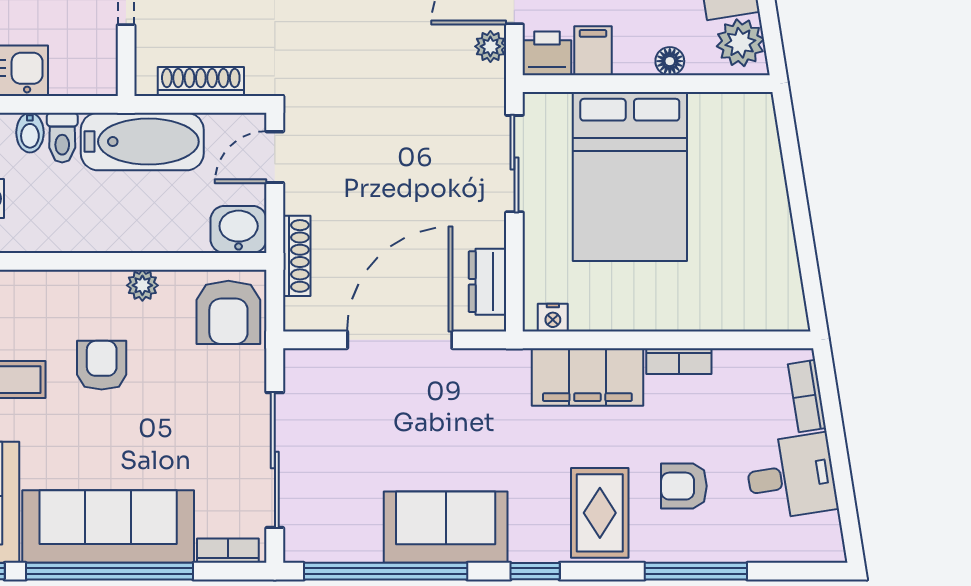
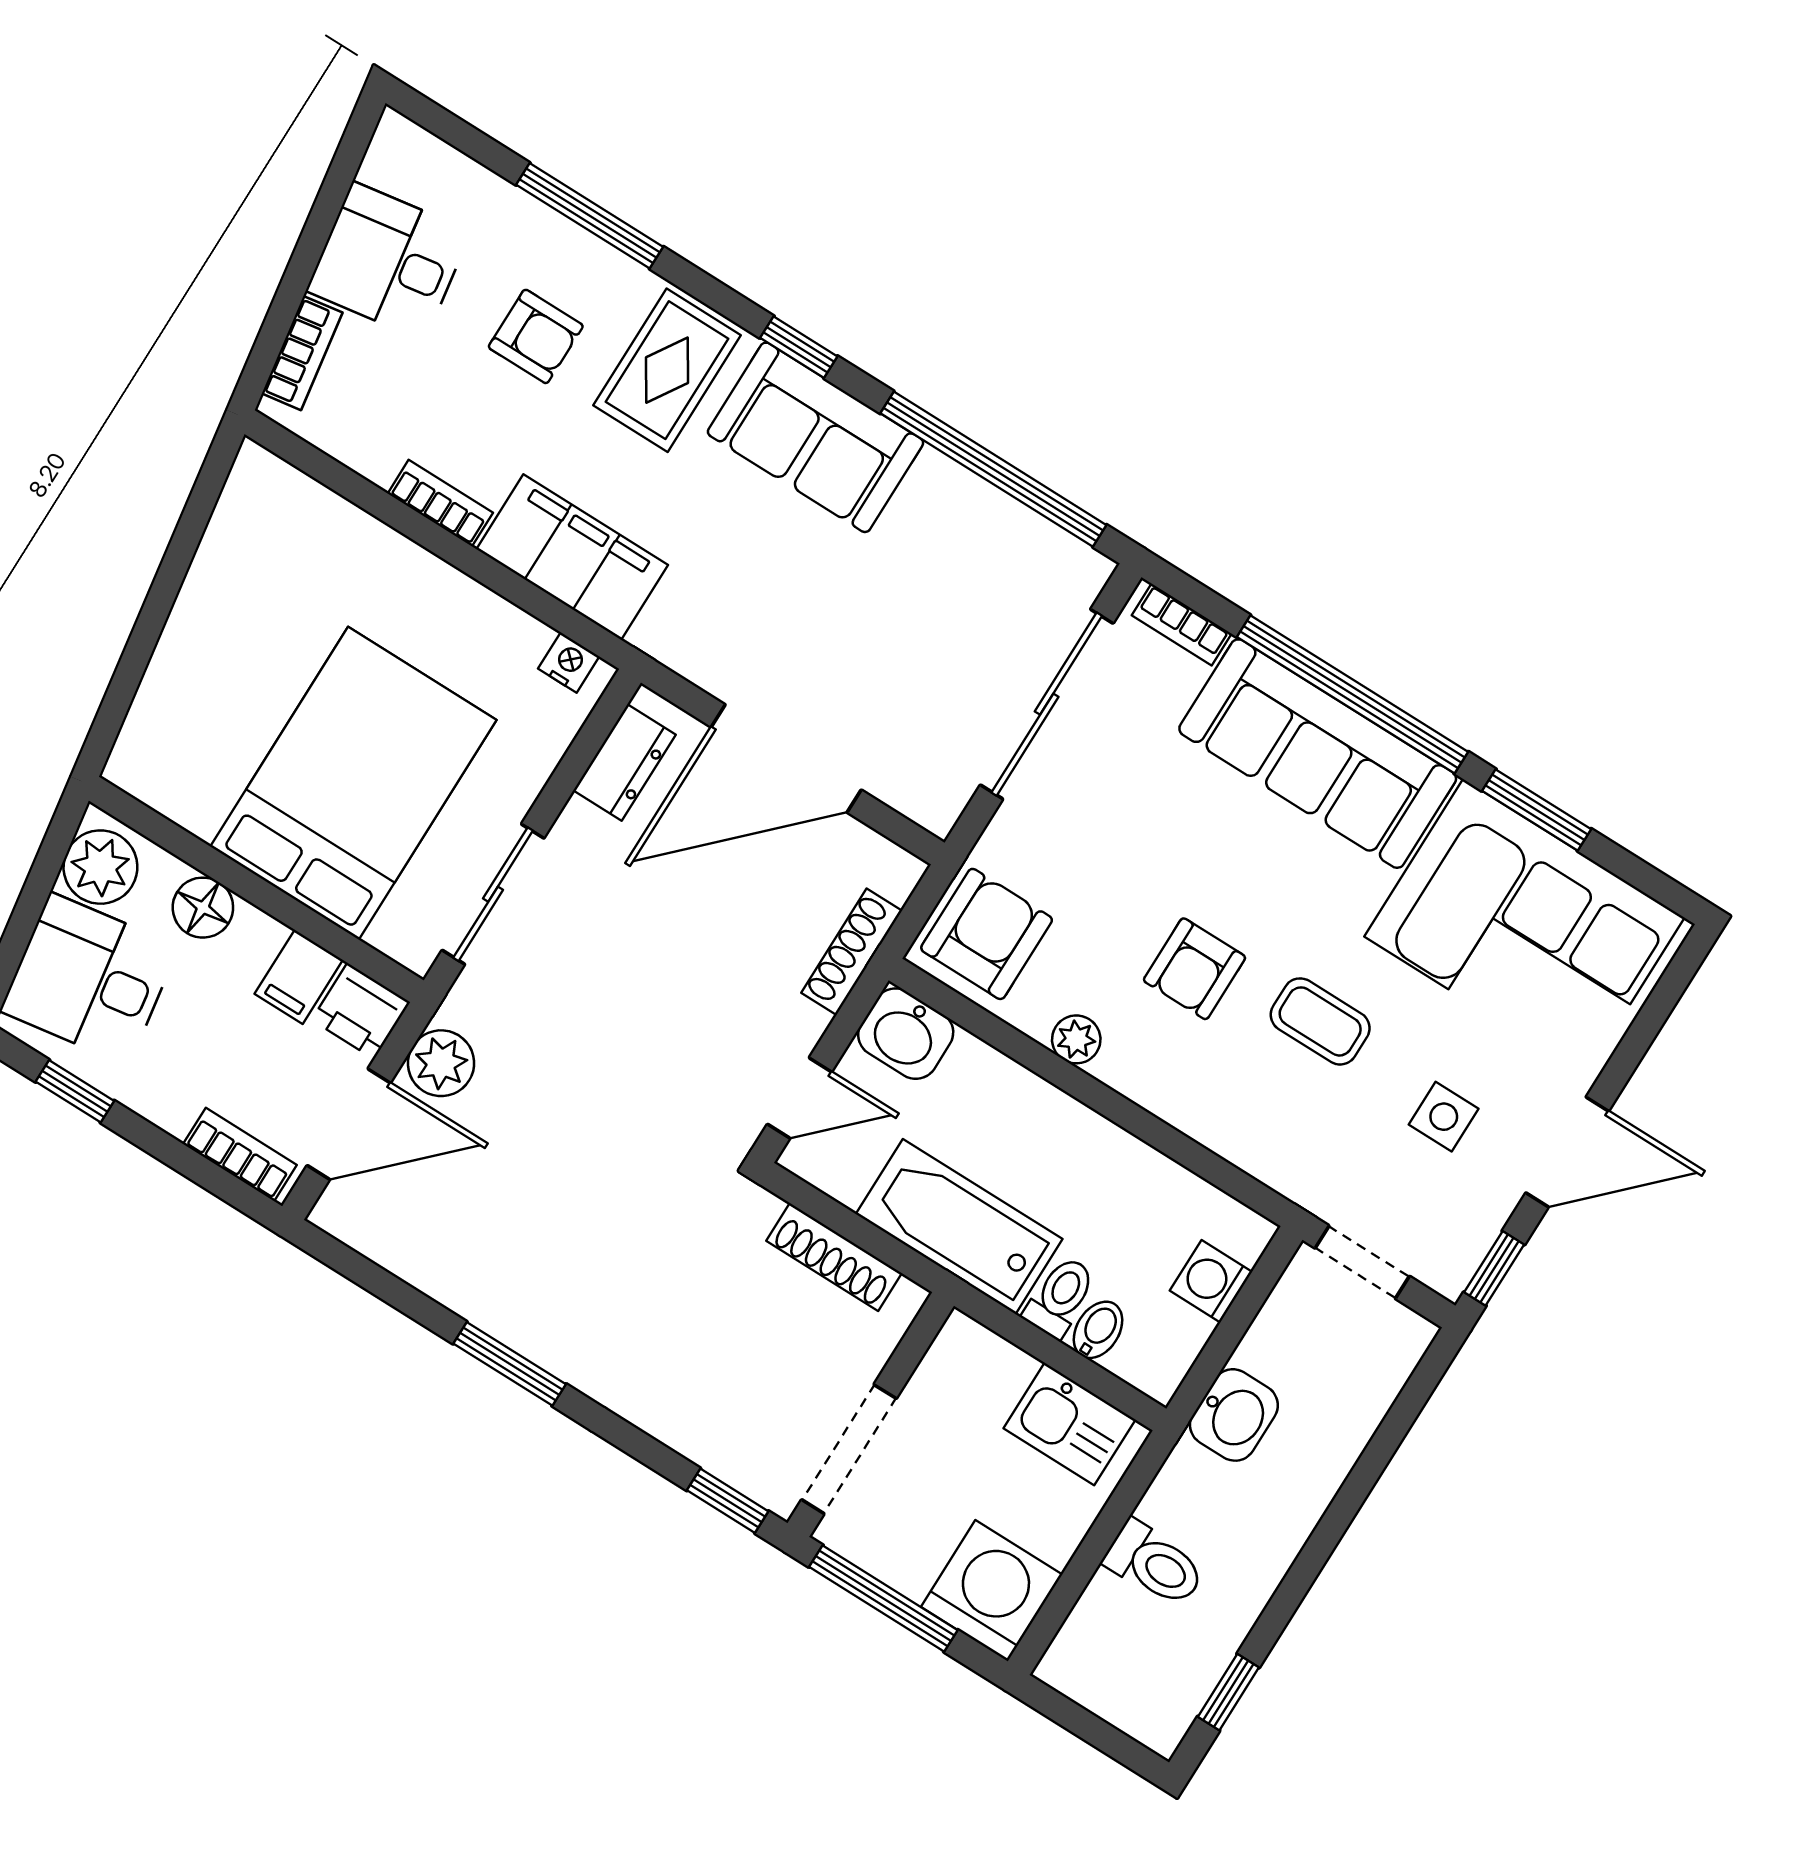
plant: (490, 46) -> (441, 1063), width x1.38, depth x1.38
floor lamp: (670, 61) -> (203, 908), width x1.37, depth x1.37
sofa: (446, 527) -> (816, 437), moved

